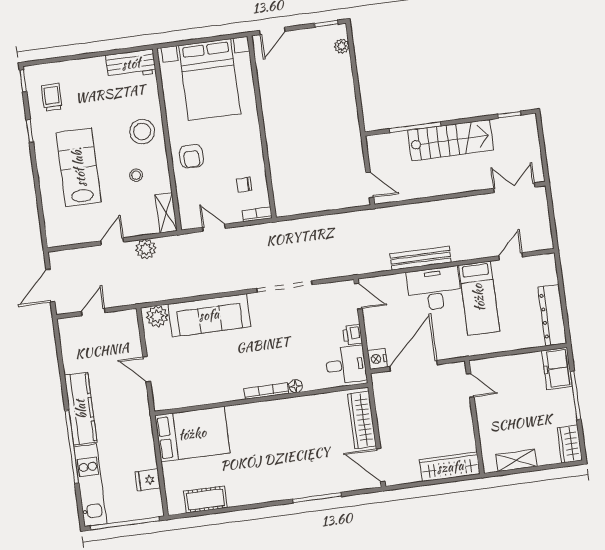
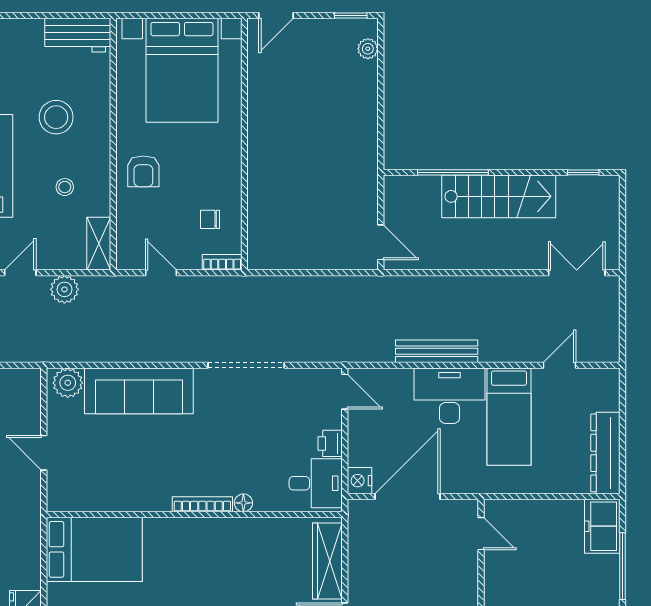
stool: (142, 132) -> (56, 117), moved

